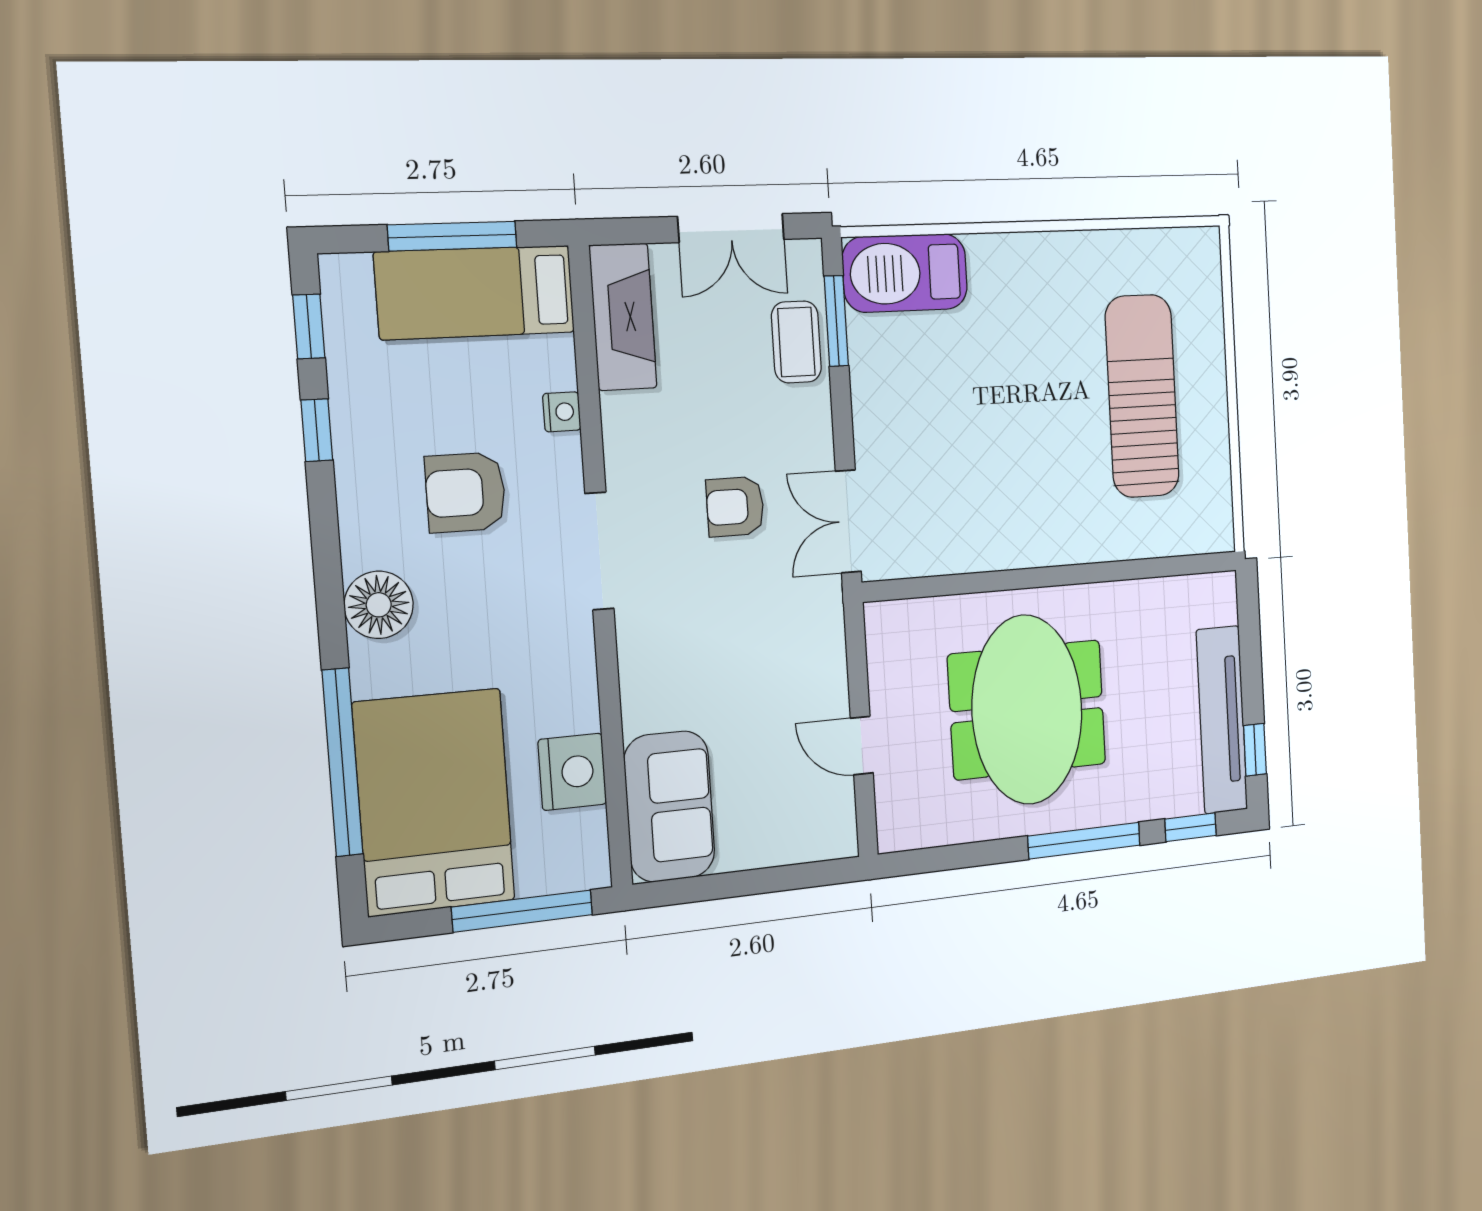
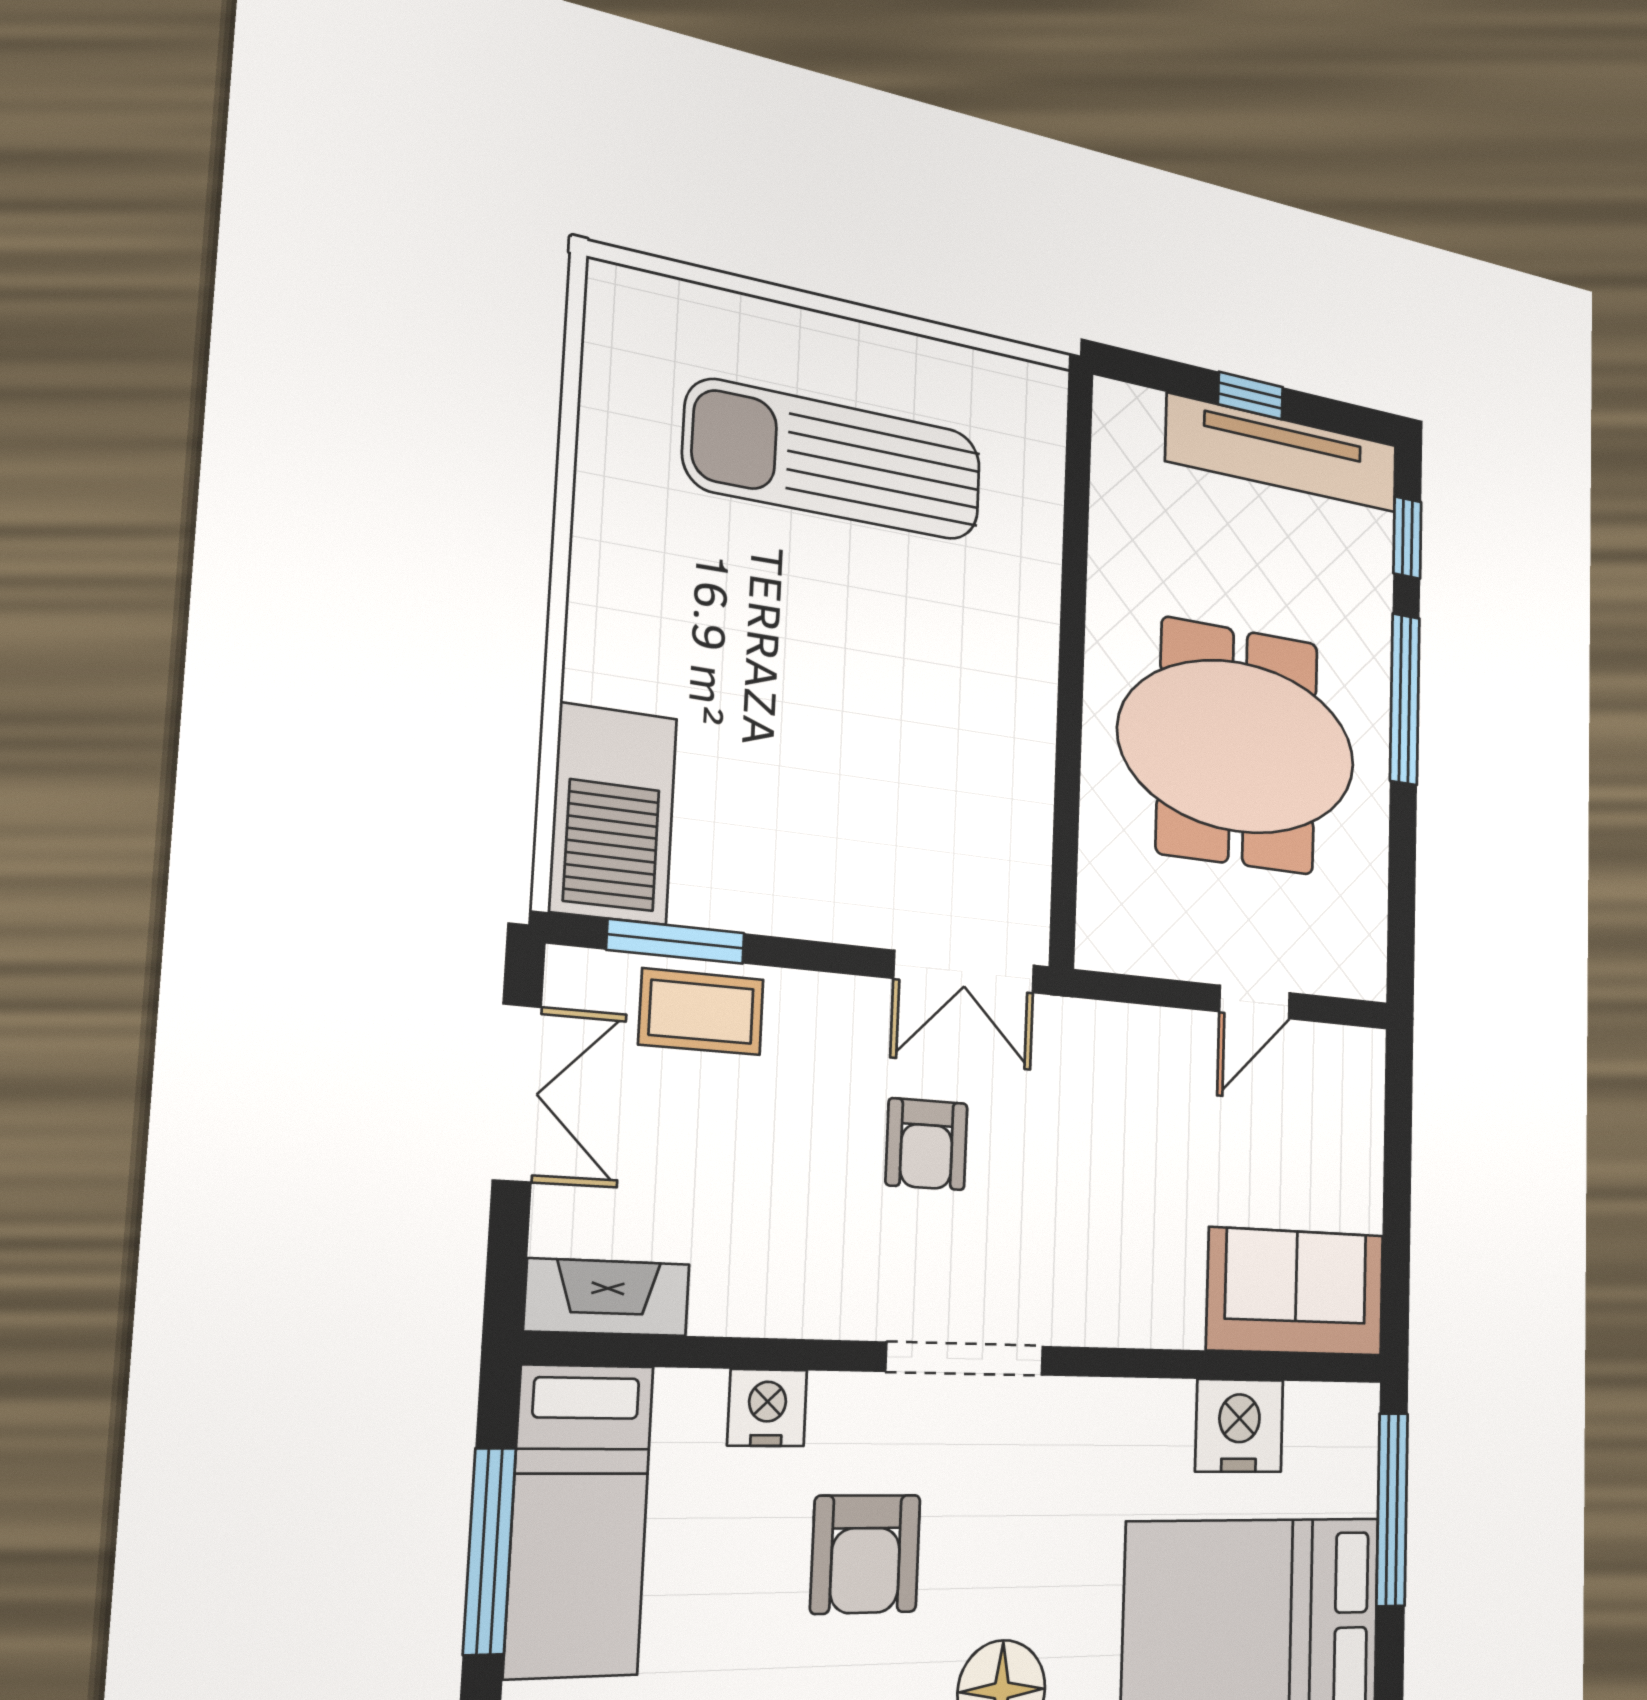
fireplace: (623, 317) -> (607, 1297), width x0.73, depth x0.76
nightstand: (562, 412) -> (767, 1408), width x1.39, depth x1.35
window: (1255, 750) -> (1251, 396), moved

